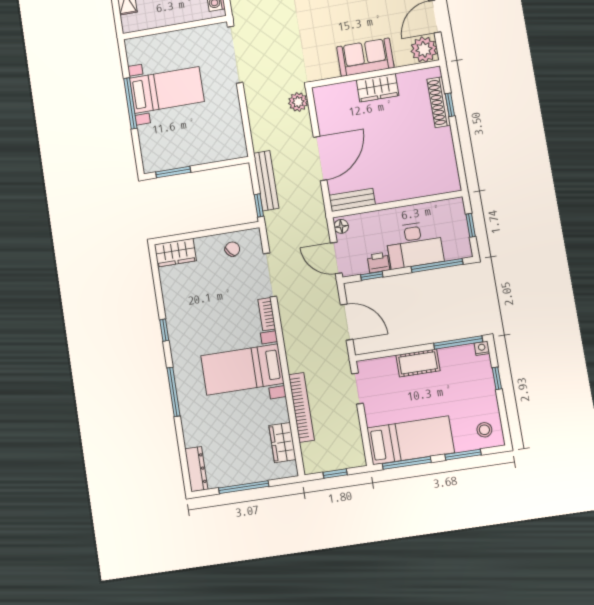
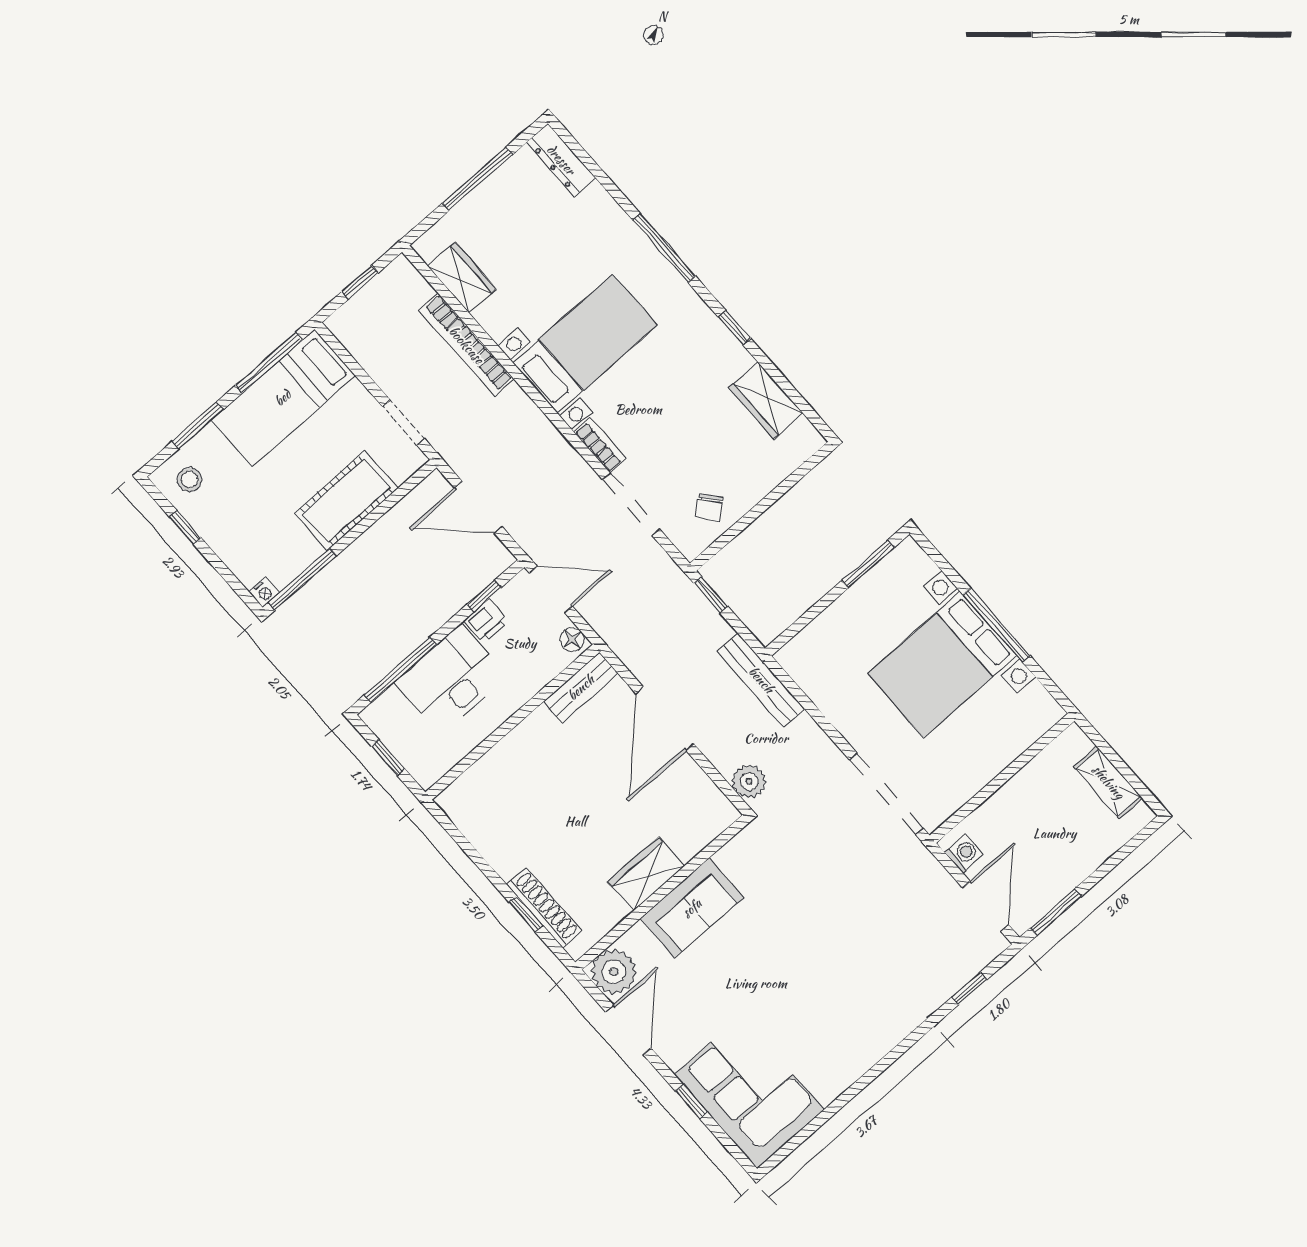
bed with nightstands: (167, 90) -> (942, 665), width x1.36
bench: (266, 181) -> (761, 680), moved
wardrobe: (175, 253) -> (766, 400), moved, turned -90
cot: (418, 363) -> (346, 501), width x1.37, depth x1.34
window: (497, 378) -> (185, 527), moved

